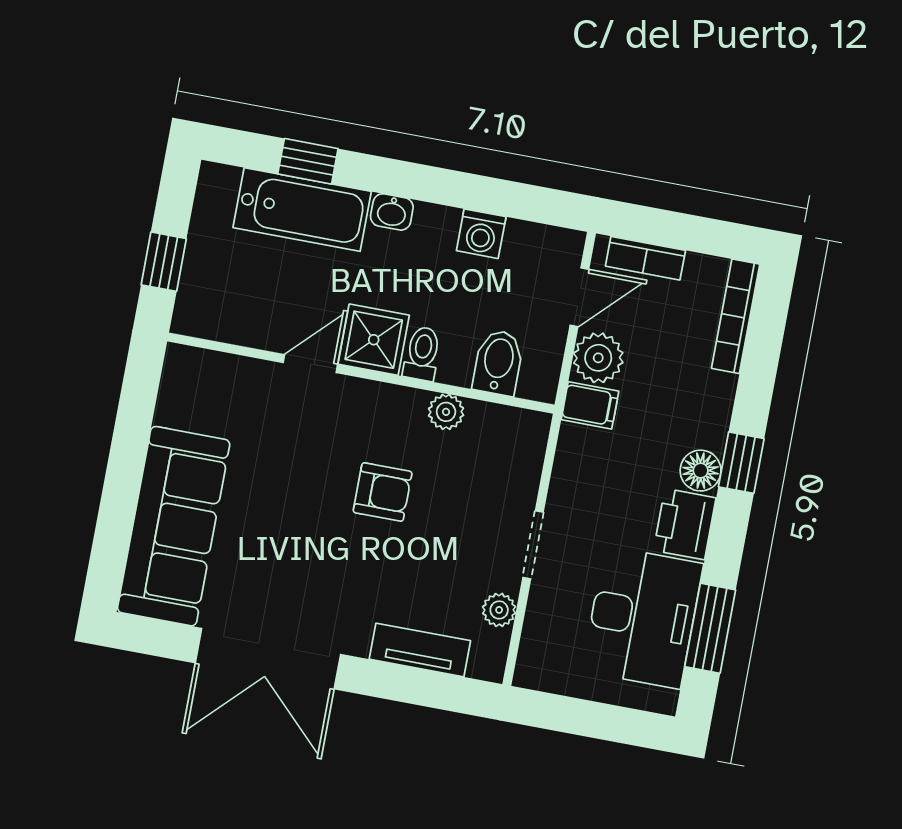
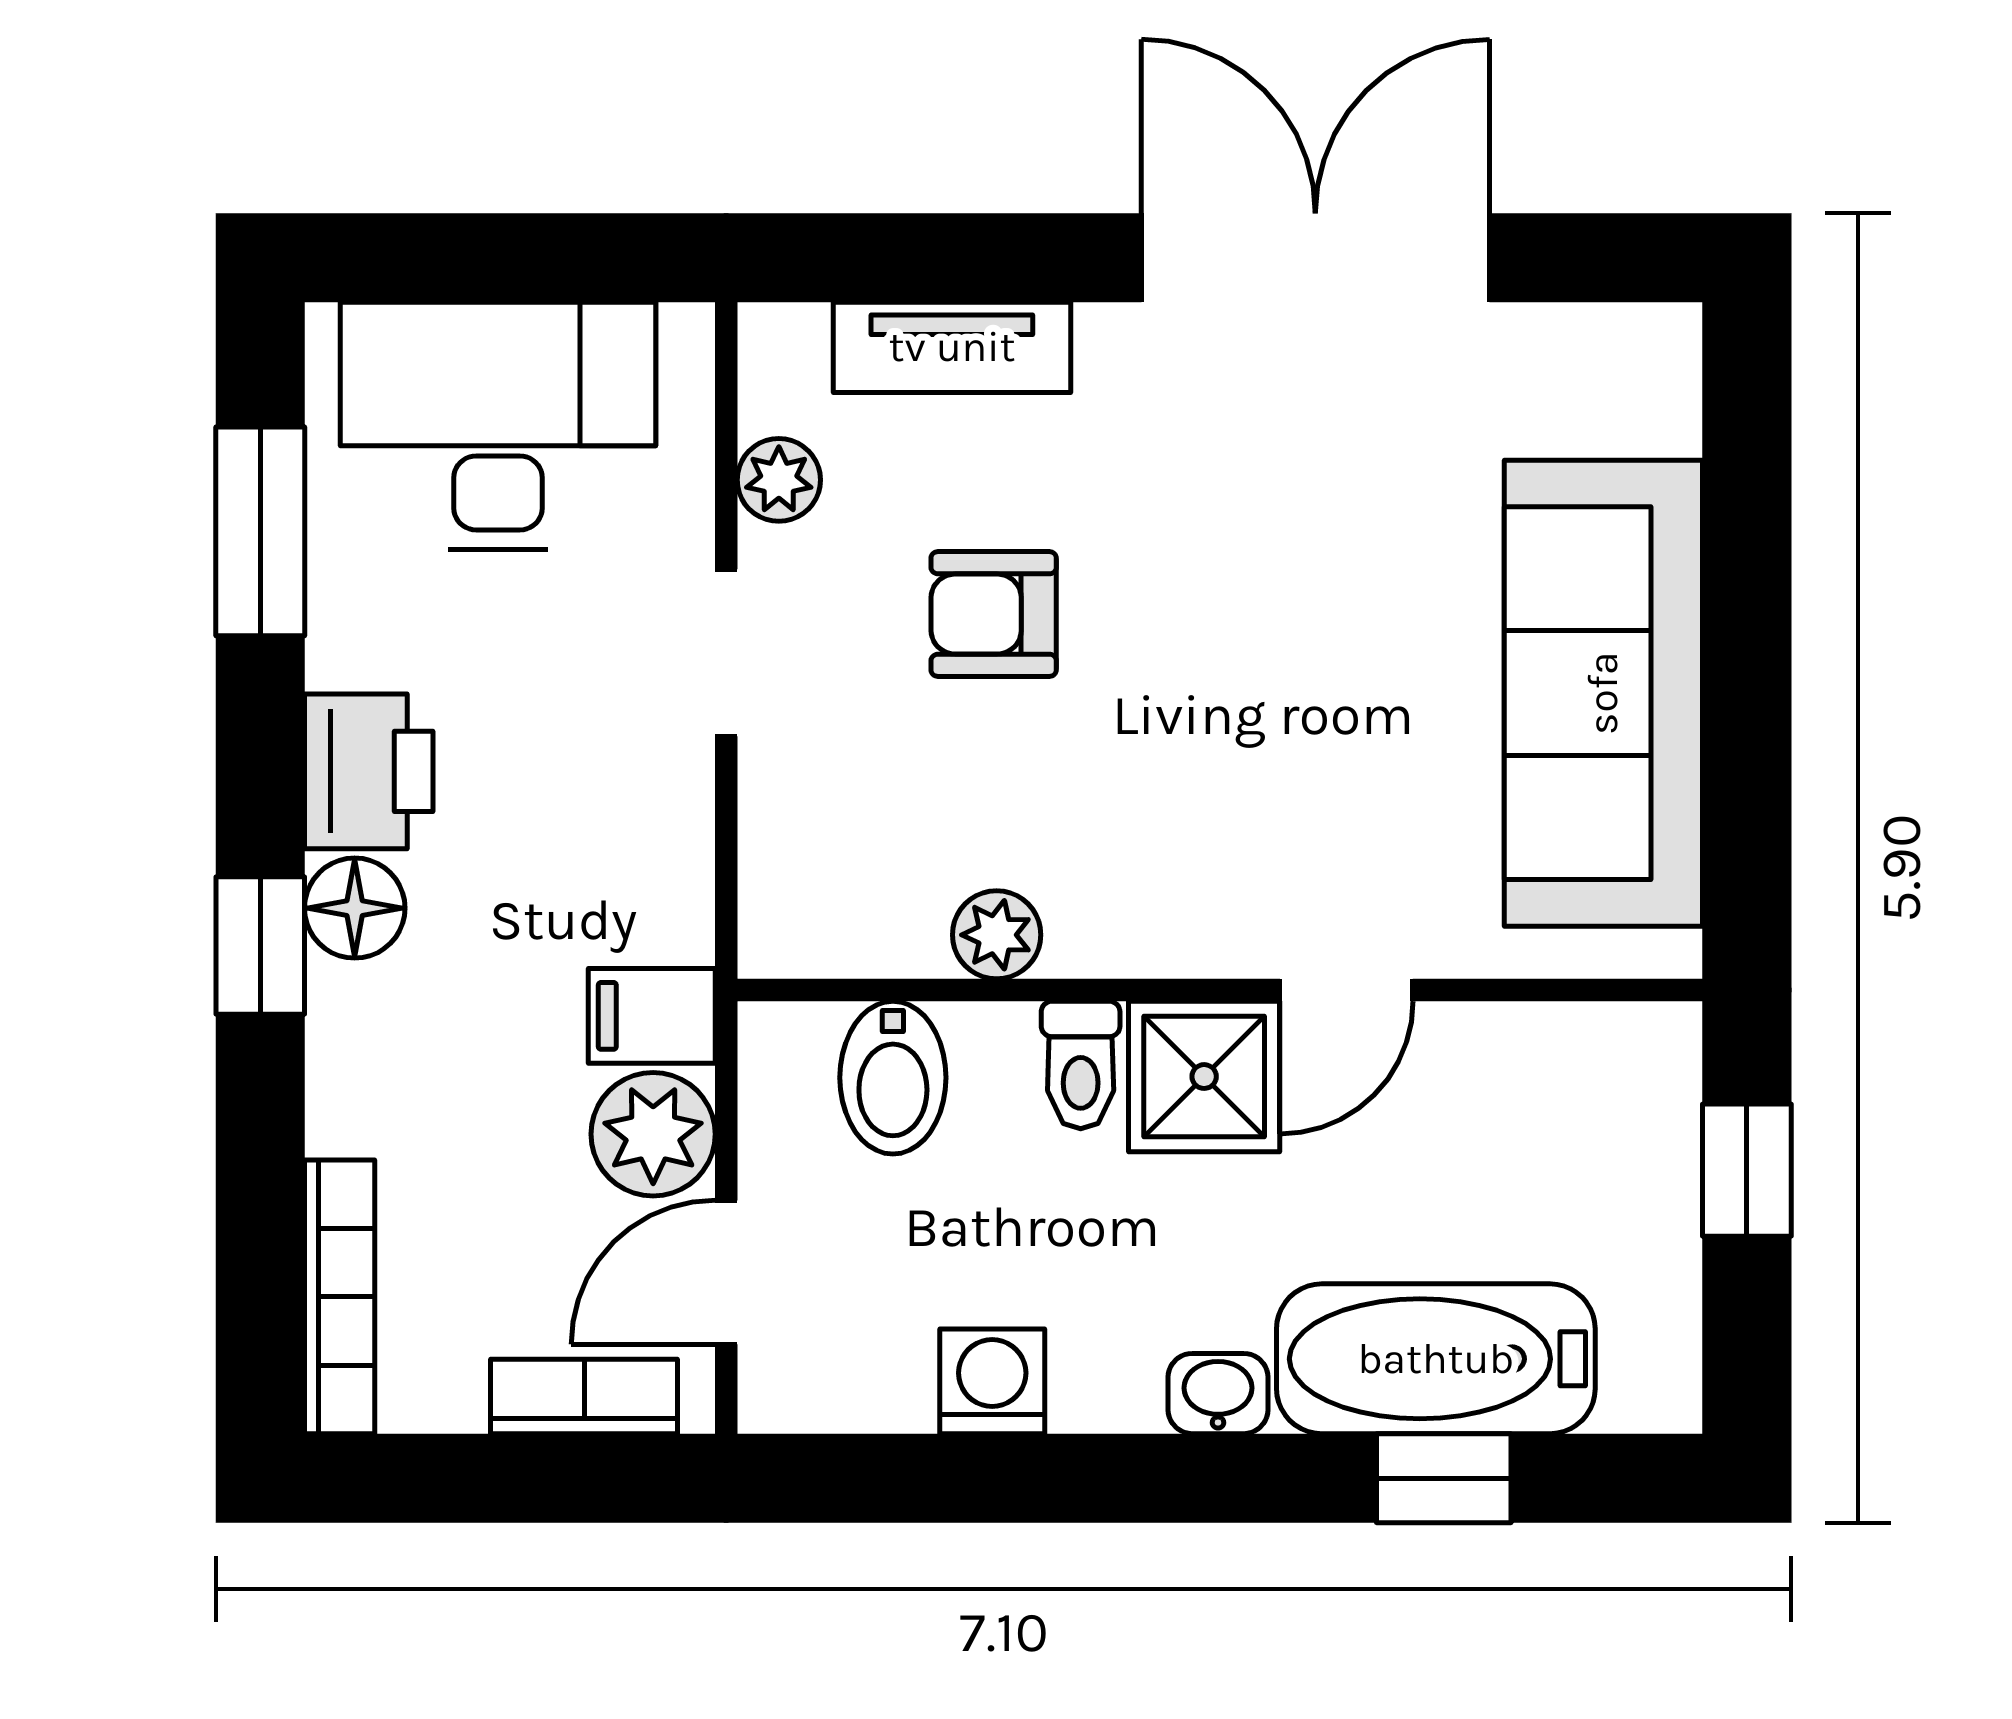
armchair: (383, 492) -> (994, 614), moved
sofa: (174, 526) -> (1603, 693), moved
desk: (643, 617) -> (498, 426), moved, turned 90

